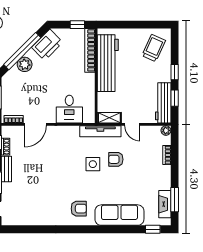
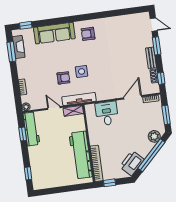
trolley: (154, 48) -> (45, 172), removed
plant: (25, 64) -> (154, 136), moved
window: (175, 72) -> (28, 173), moved

